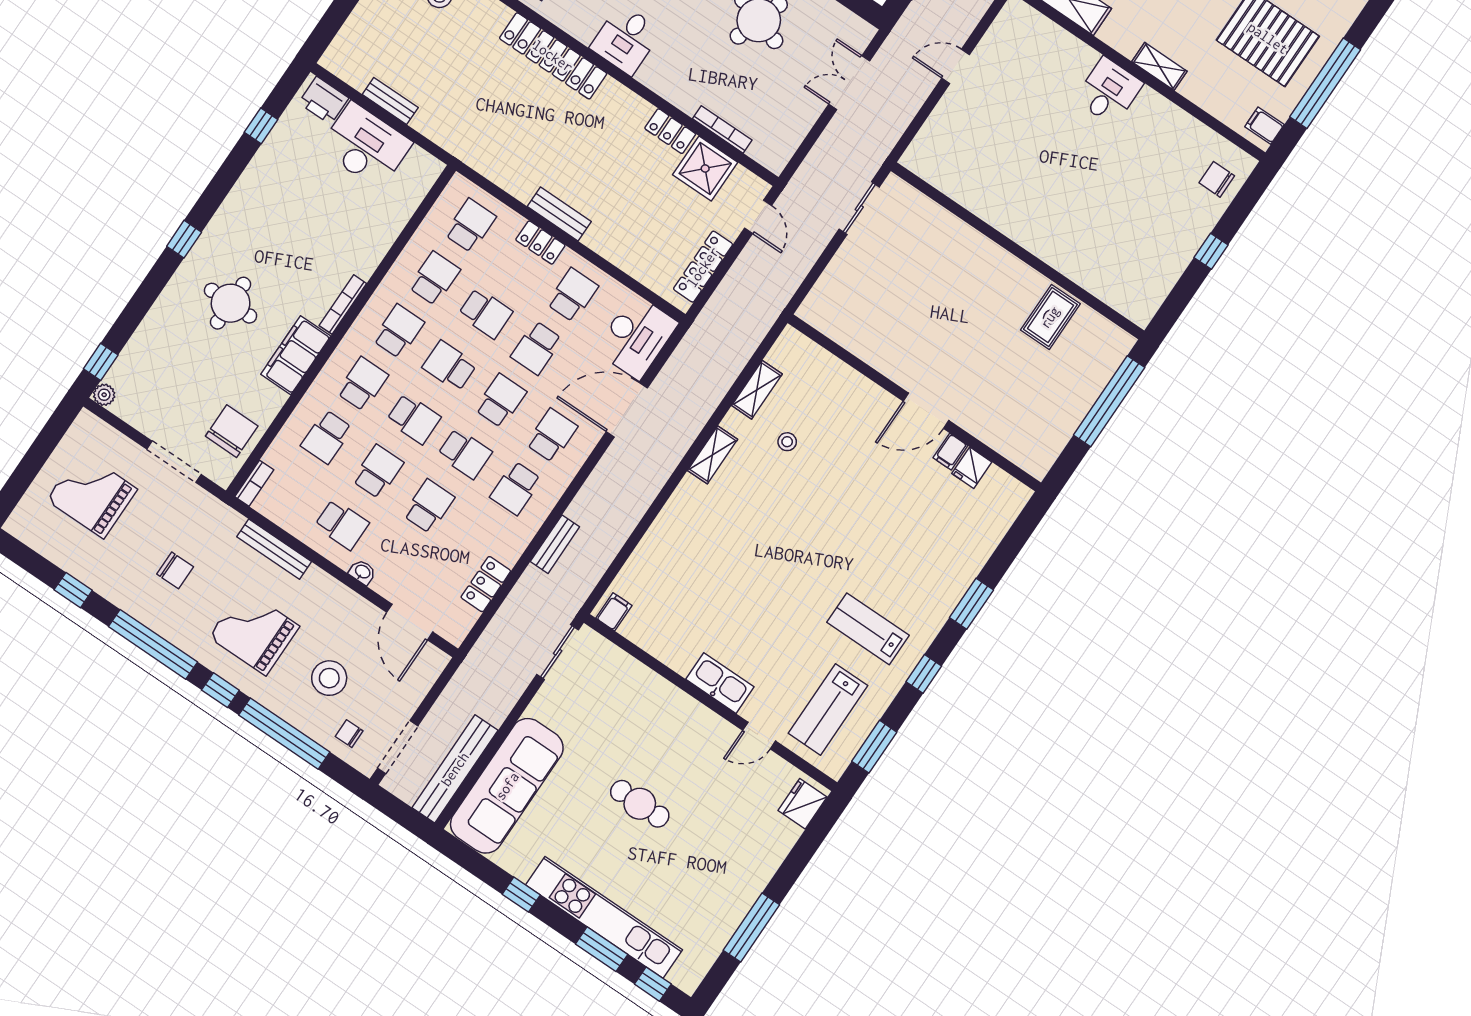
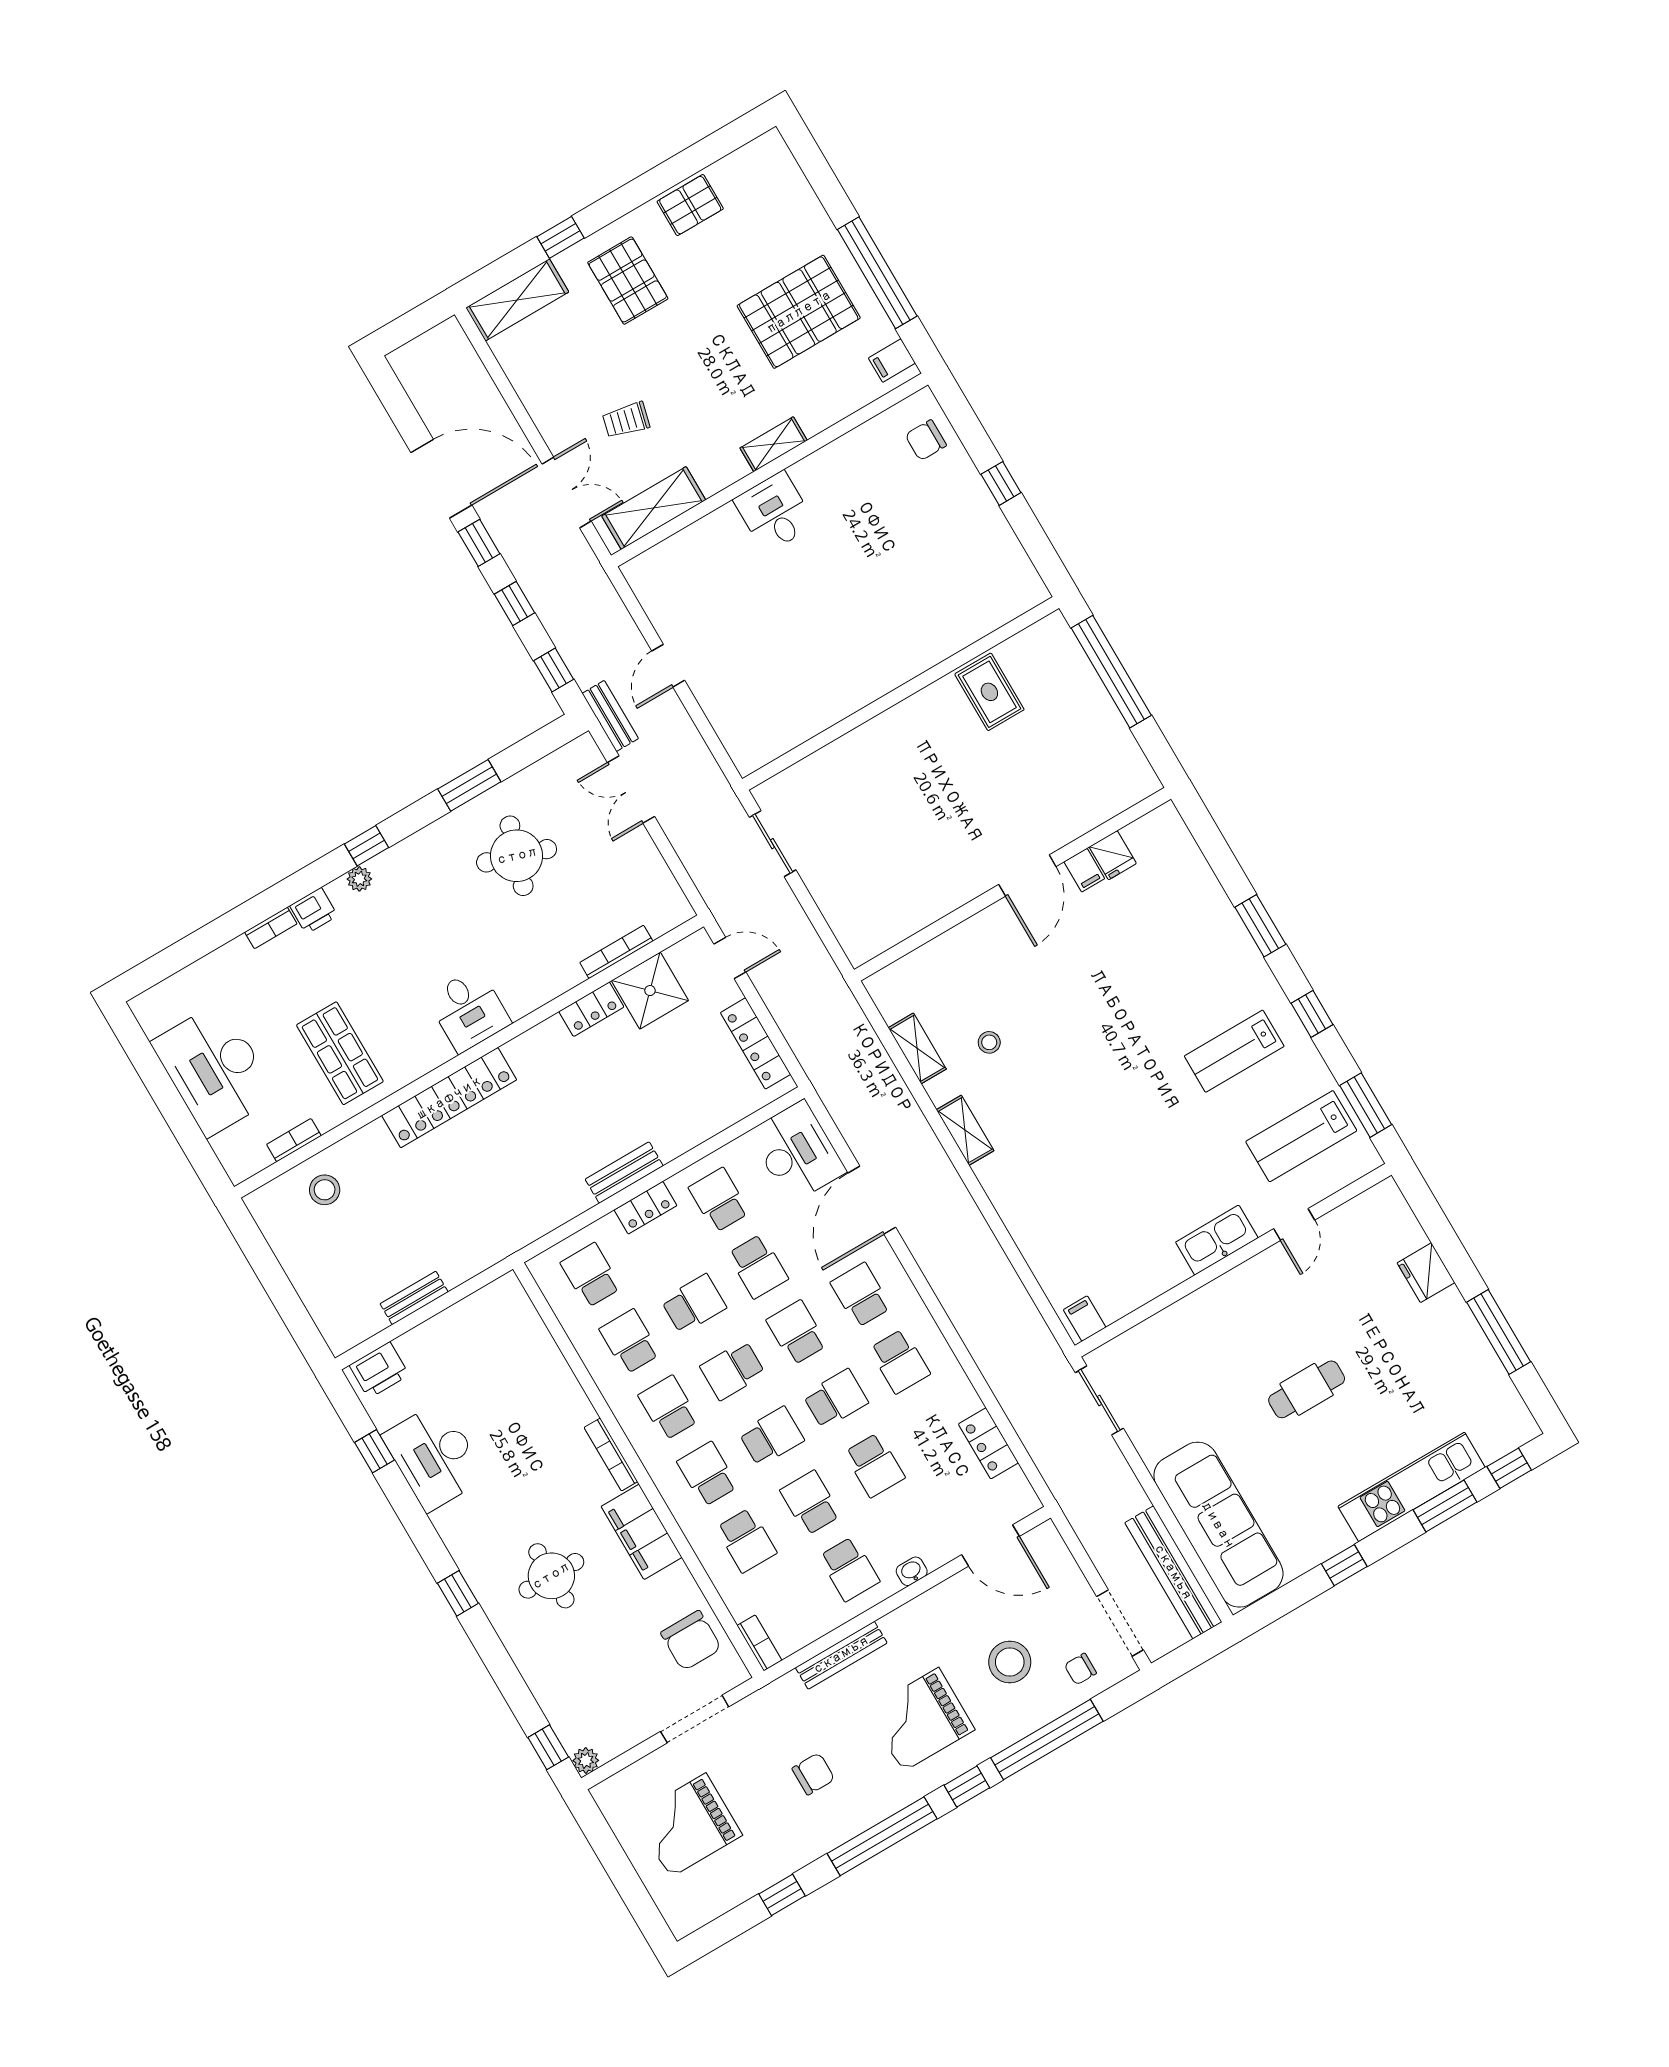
desk: (366, 146) -> (434, 1456), moved, turned -90
chair: (232, 431) -> (691, 1641), turned 180
school desk: (429, 506) -> (874, 1465), turned 180
school desk: (342, 524) -> (849, 1569), turned 90
bench: (555, 544) -> (610, 716), moved
lab bench: (828, 709) -> (1301, 1136), turned 90
fridge: (803, 804) -> (1426, 1273), moved
kitchen unit: (604, 917) -> (1412, 1487), width x0.73

